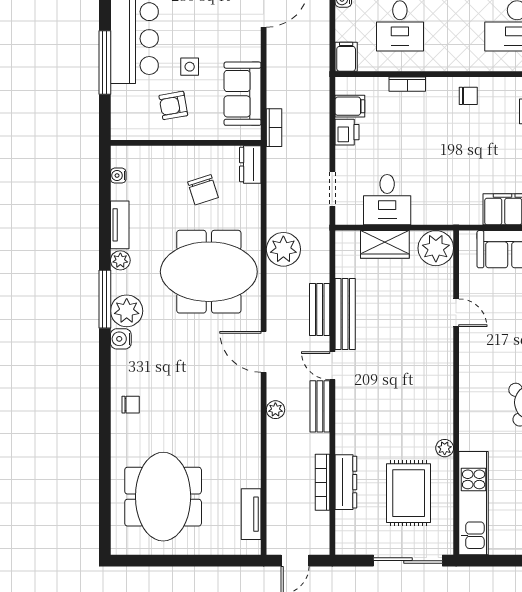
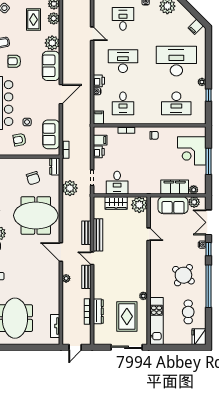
plant: (283, 249) -> (70, 188), moved

